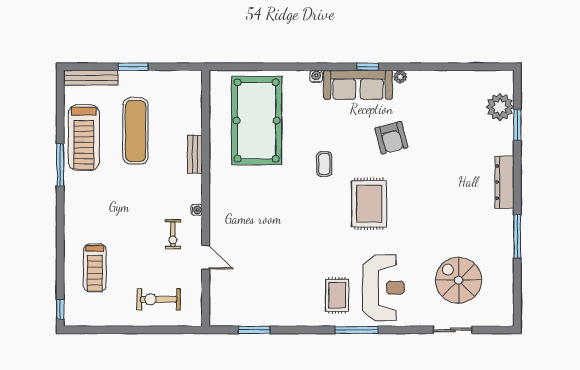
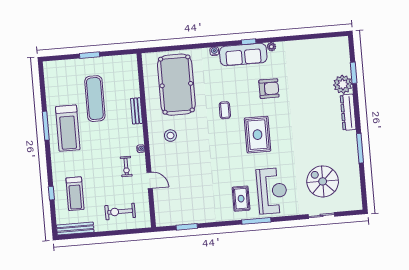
bench: (91, 78) -> (75, 229), moved
plant: (500, 107) -> (343, 84), moved
treadmill: (84, 138) -> (68, 128), moved
armchair: (391, 138) -> (269, 89), turned -75
stool: (242, 194) -> (170, 136), added
window: (60, 309) -> (51, 193), moved

